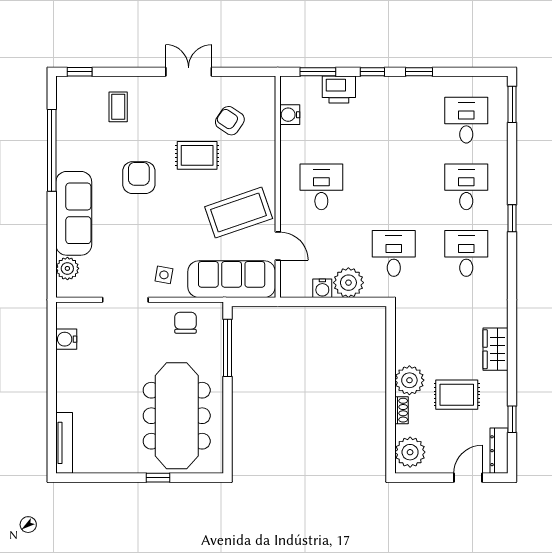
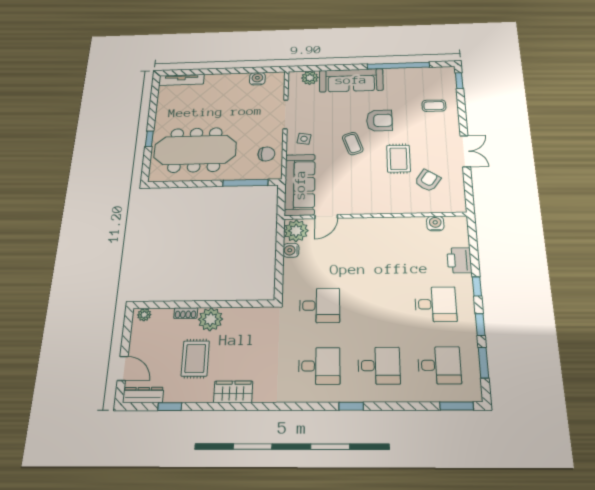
window: (318, 72) -> (483, 363), moved
desk: (321, 187) -> (436, 304), moved
coffee table: (239, 213) -> (353, 144), moved, width x0.54, depth x0.58
plant: (348, 283) -> (296, 231), moved
plant: (410, 452) -> (144, 315), width x0.53, depth x0.53

